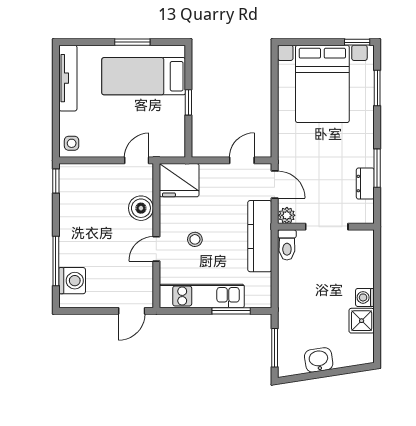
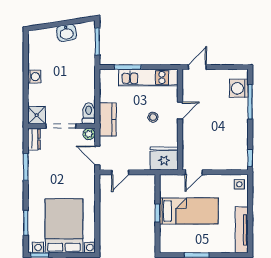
bed: (144, 76) -> (189, 211), moved
dresser: (365, 184) -> (34, 139), moved
boiler: (141, 208) -> (191, 139), removed
kitchen counter: (260, 236) -> (108, 119), width x0.67
shower: (362, 321) -> (37, 115), moved

